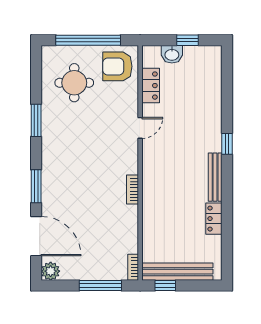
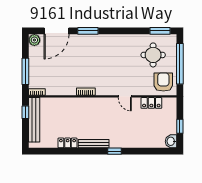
washbasin: (172, 54) -> (171, 141), moved
window: (36, 120) -> (160, 31), moved

